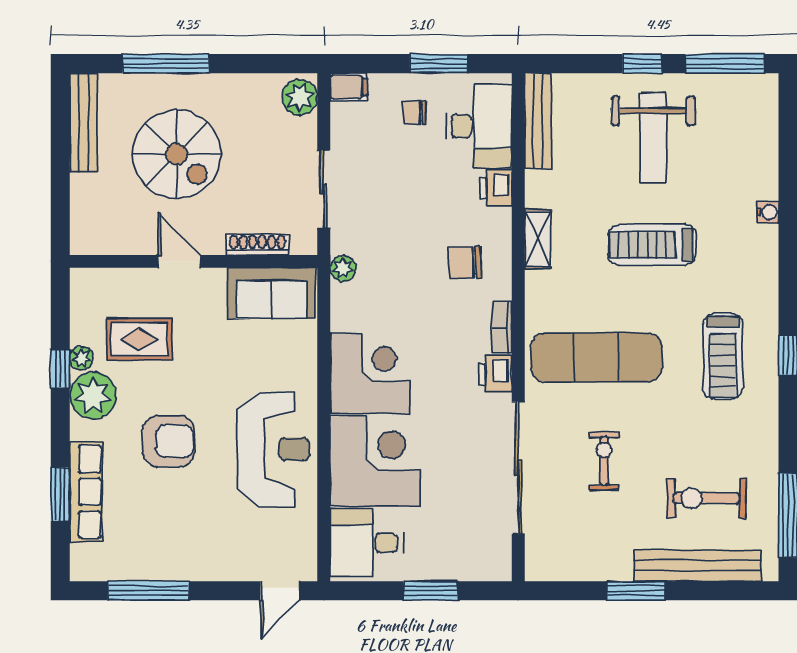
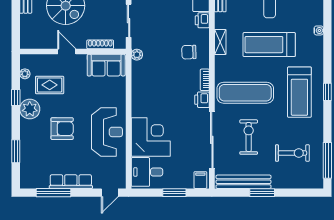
treadmill: (652, 245) -> (269, 45), width x1.37, depth x1.38
treadmill: (723, 356) -> (299, 92), width x1.37, depth x1.38
plant: (81, 358) -> (25, 74), moved
corner desk: (370, 373) -> (148, 100), removed
exercise bike: (604, 461) -> (249, 137), width x1.38, depth x1.39
row of seats: (86, 492) -> (71, 182), moved, turned -90
exercise bike: (707, 498) -> (292, 153), turned 180
filing cabinet: (491, 562) -> (200, 180), added
bench: (697, 565) -> (243, 182), moved

